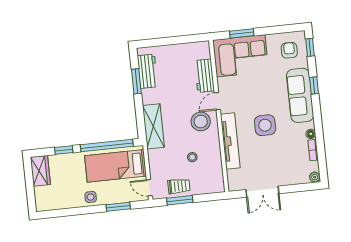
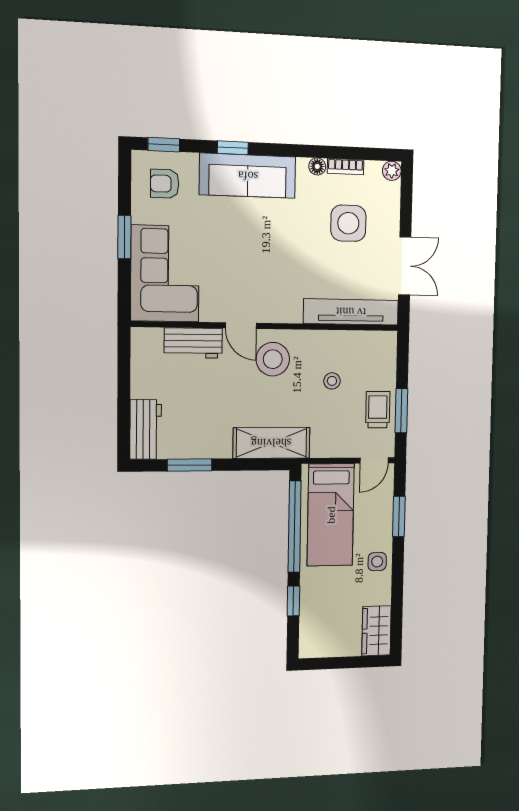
window: (242, 33) -> (124, 237), moved
workbench: (147, 71) -> (146, 429), moved, turned 90
side table: (265, 125) -> (348, 223), moved
tv unit: (230, 141) -> (351, 312), moved
wardrobe: (40, 171) -> (377, 631), moved, turned -90

